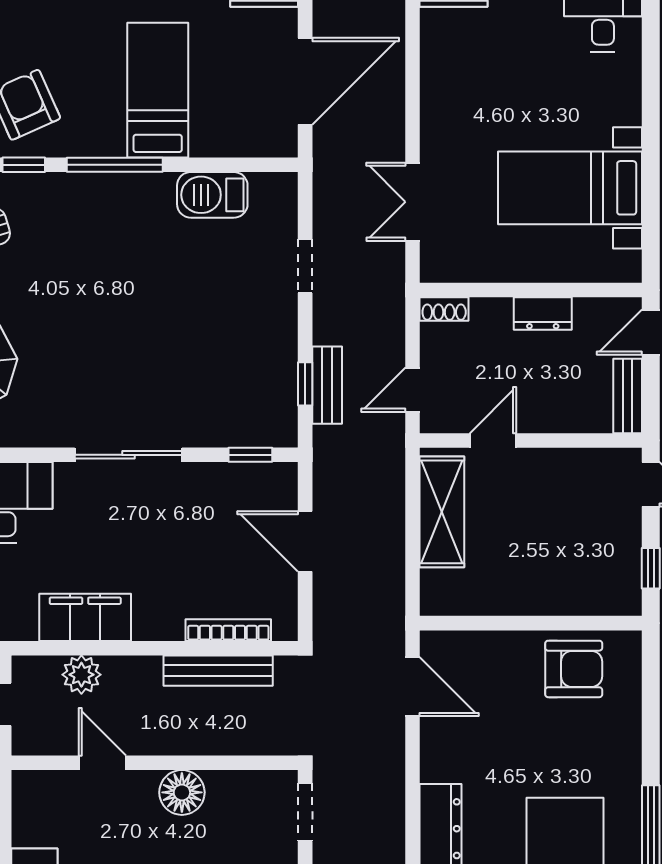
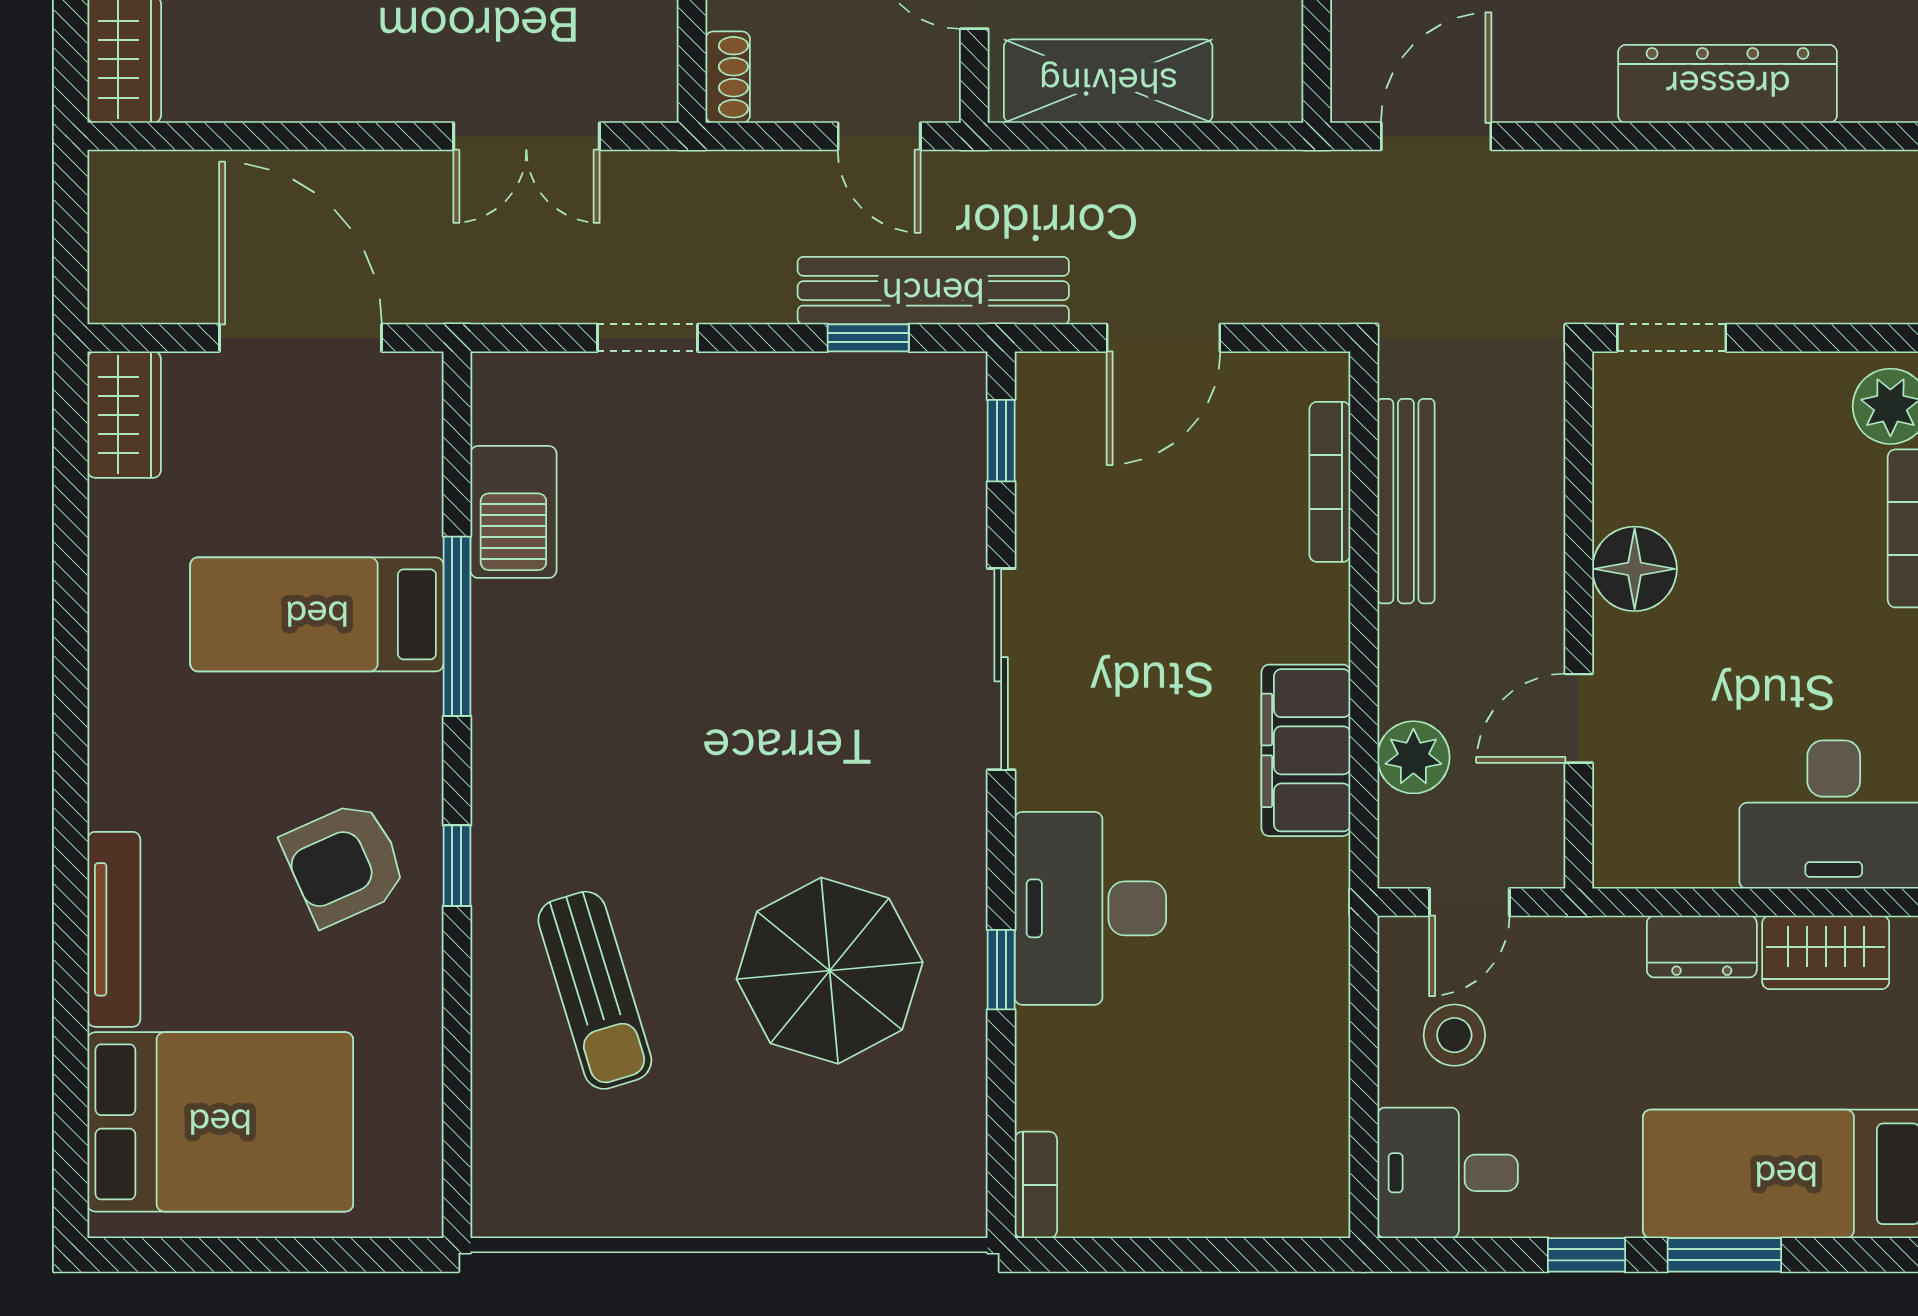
window: (115, 165) -> (457, 626), moved
bench: (327, 385) -> (933, 291), width x1.86, depth x1.21

